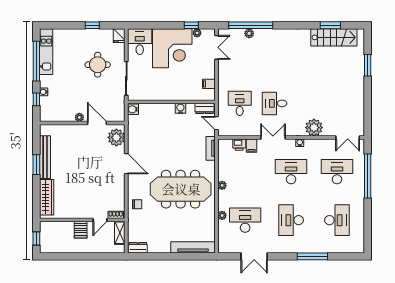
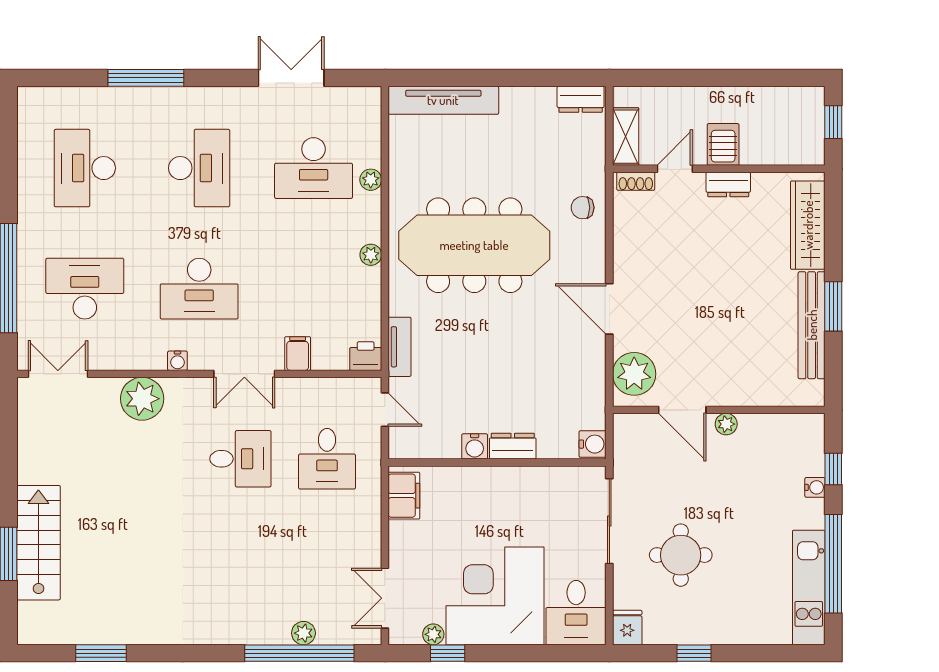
stairs: (334, 37) -> (38, 543), moved, turned 90
filing cabinet: (209, 84) -> (404, 496), width x2.00
dresser: (205, 108) -> (513, 446), moved
printer: (239, 145) -> (366, 356), moved
desk: (337, 172) -> (85, 289), turned 180
dresser: (79, 214) -> (728, 184), added

